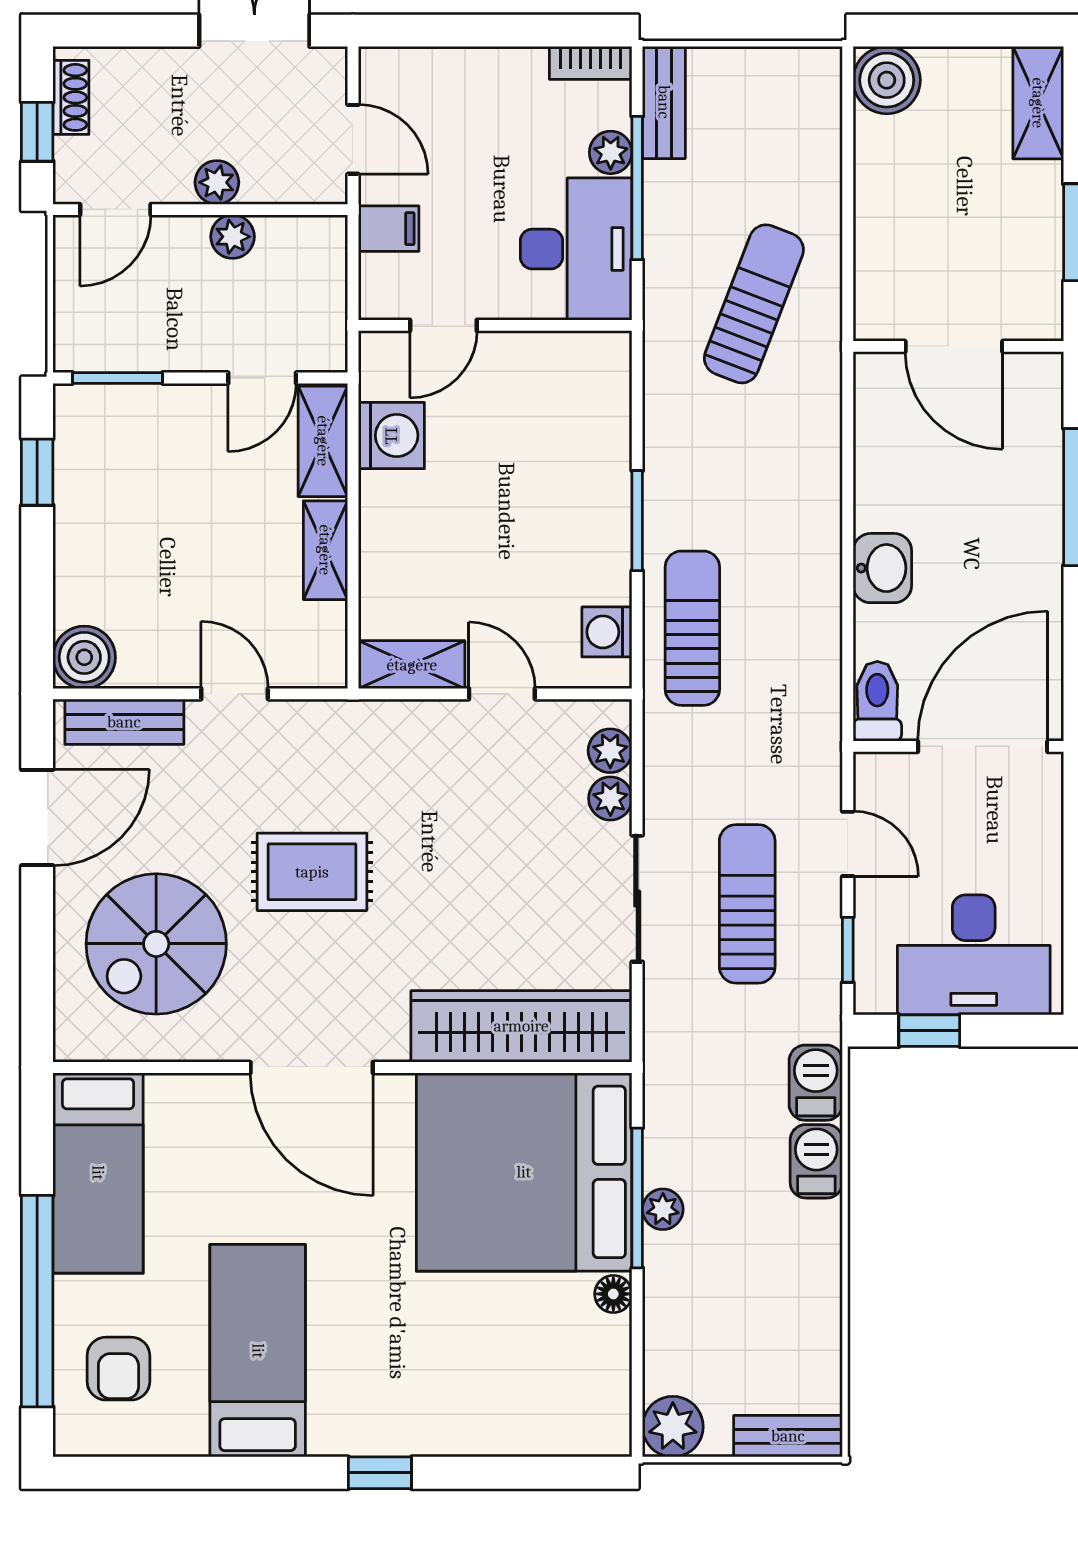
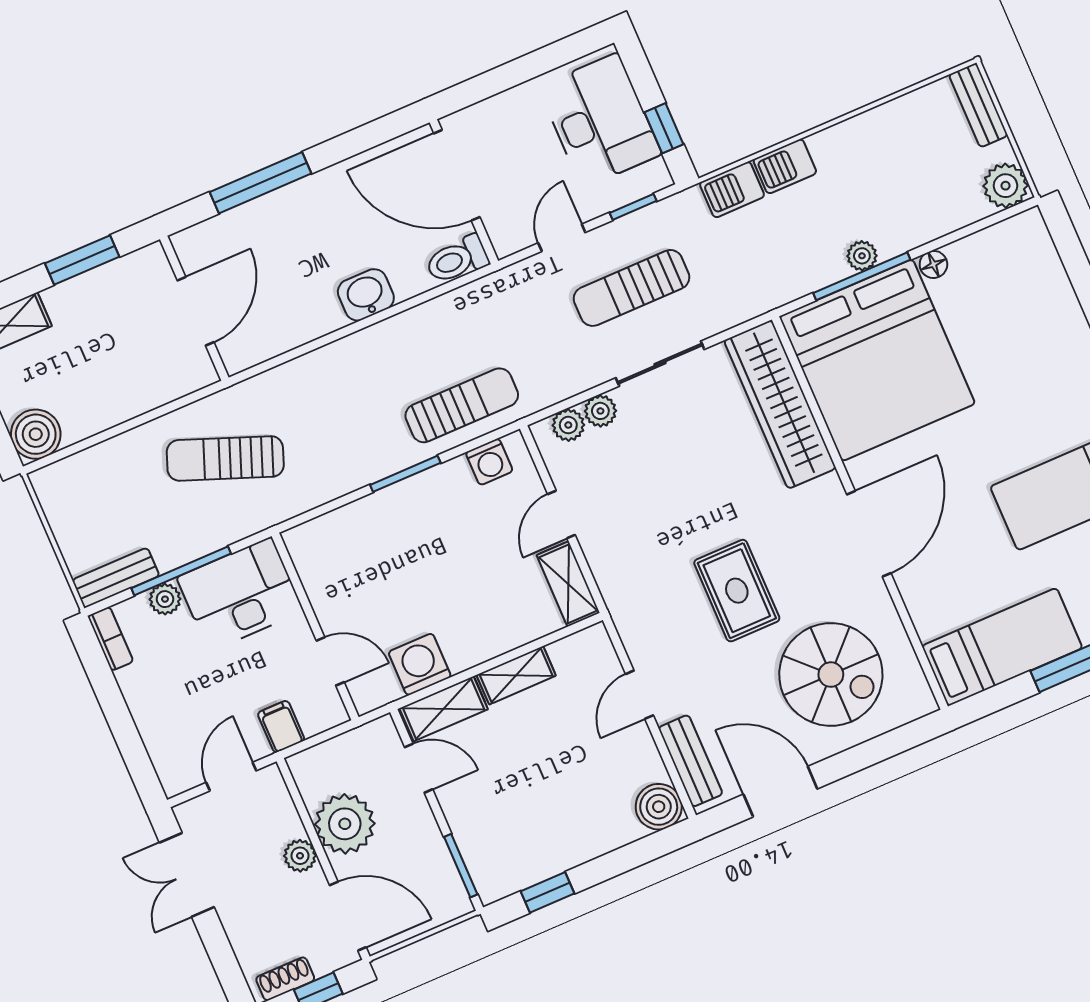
door: (115, 210) -> (348, 916), width x1.38
plant: (233, 237) -> (345, 824), width x1.87, depth x1.87
sun lounger: (692, 628) -> (462, 405), turned 180

